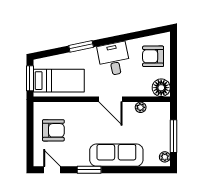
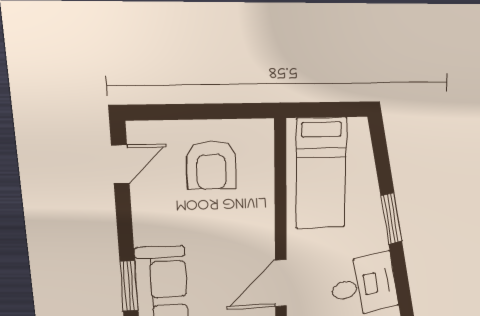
window: (30, 78) -> (327, 110), removed
window: (89, 170) -> (129, 286), moved

